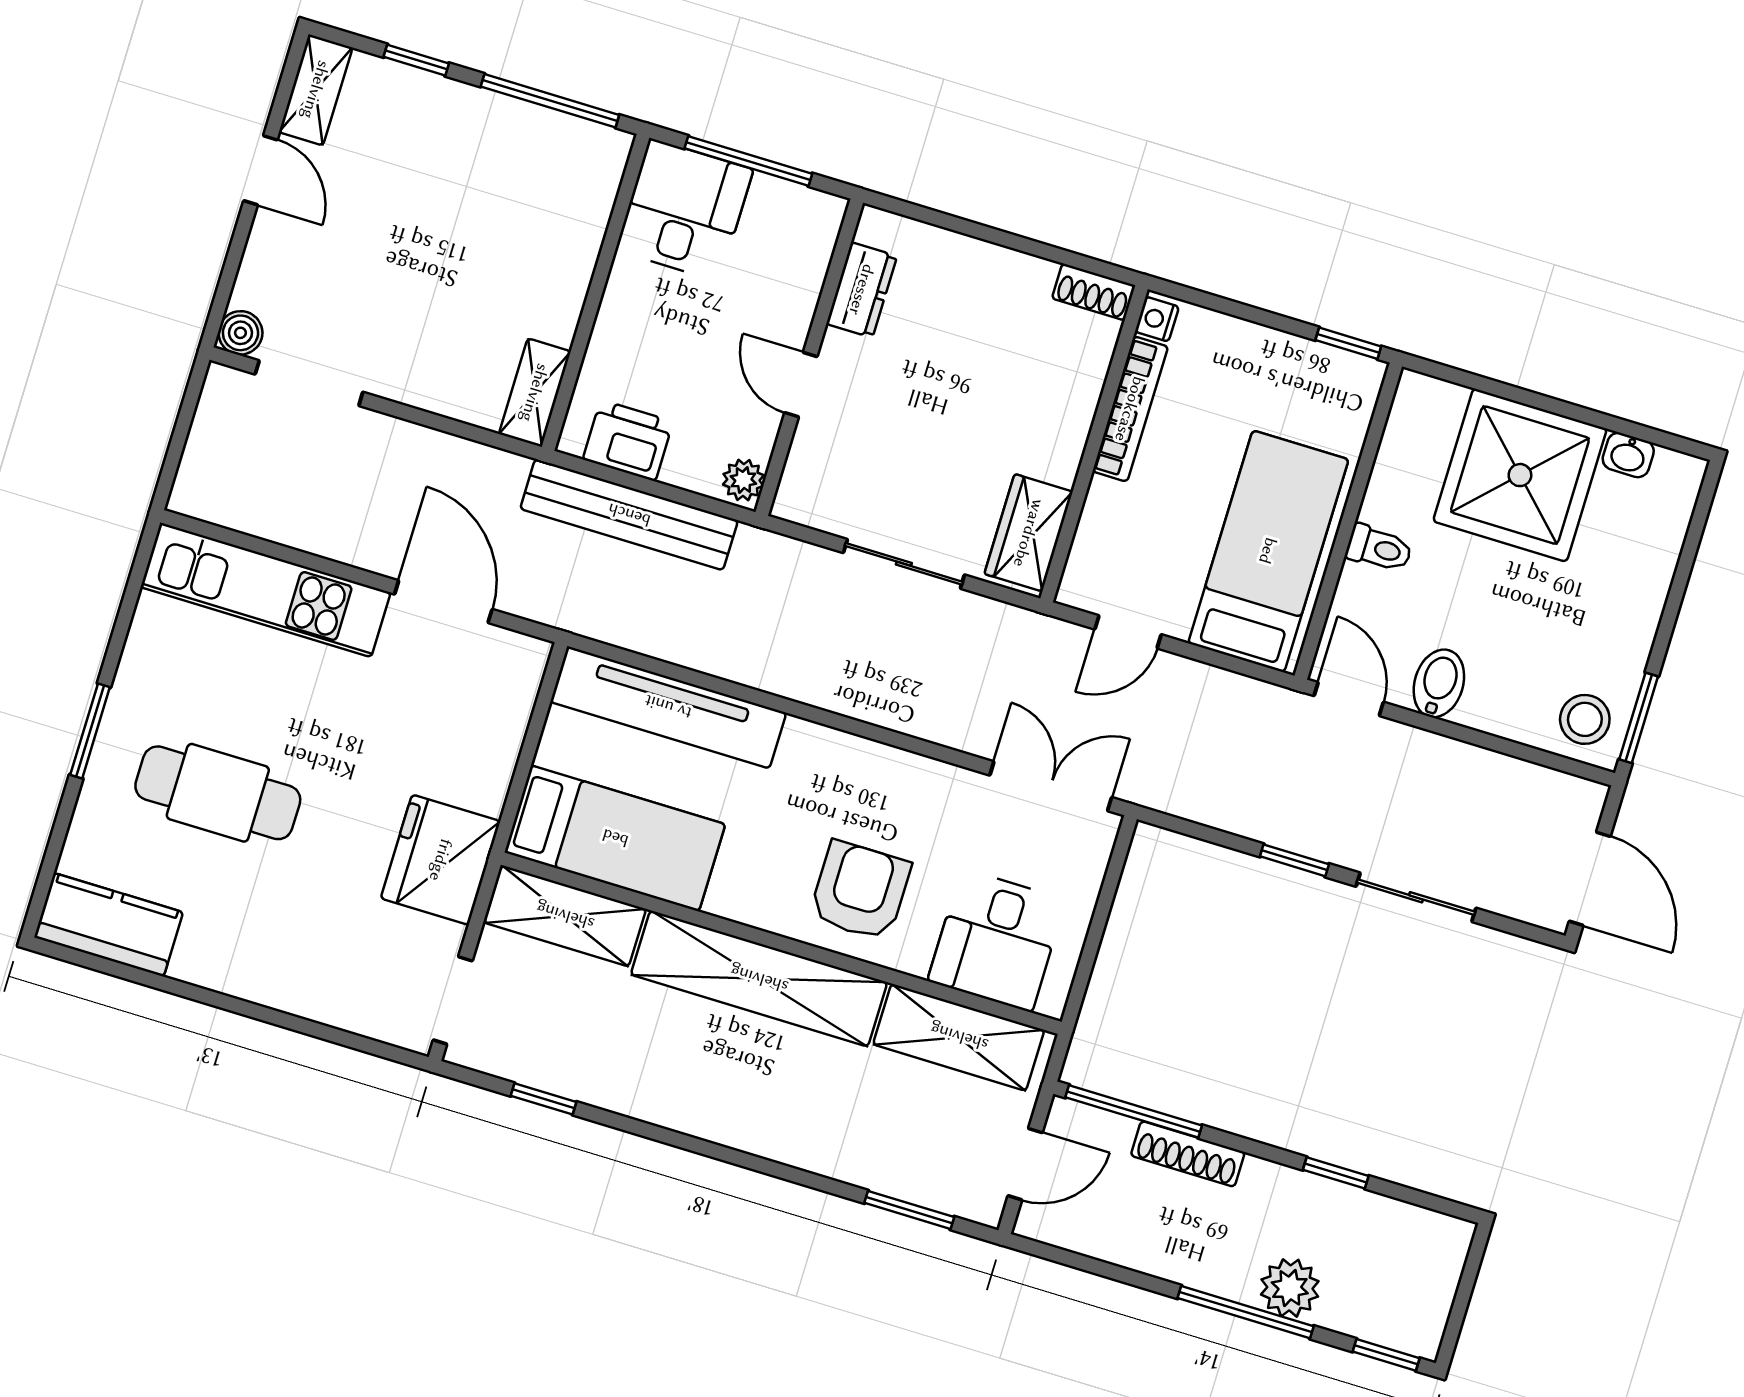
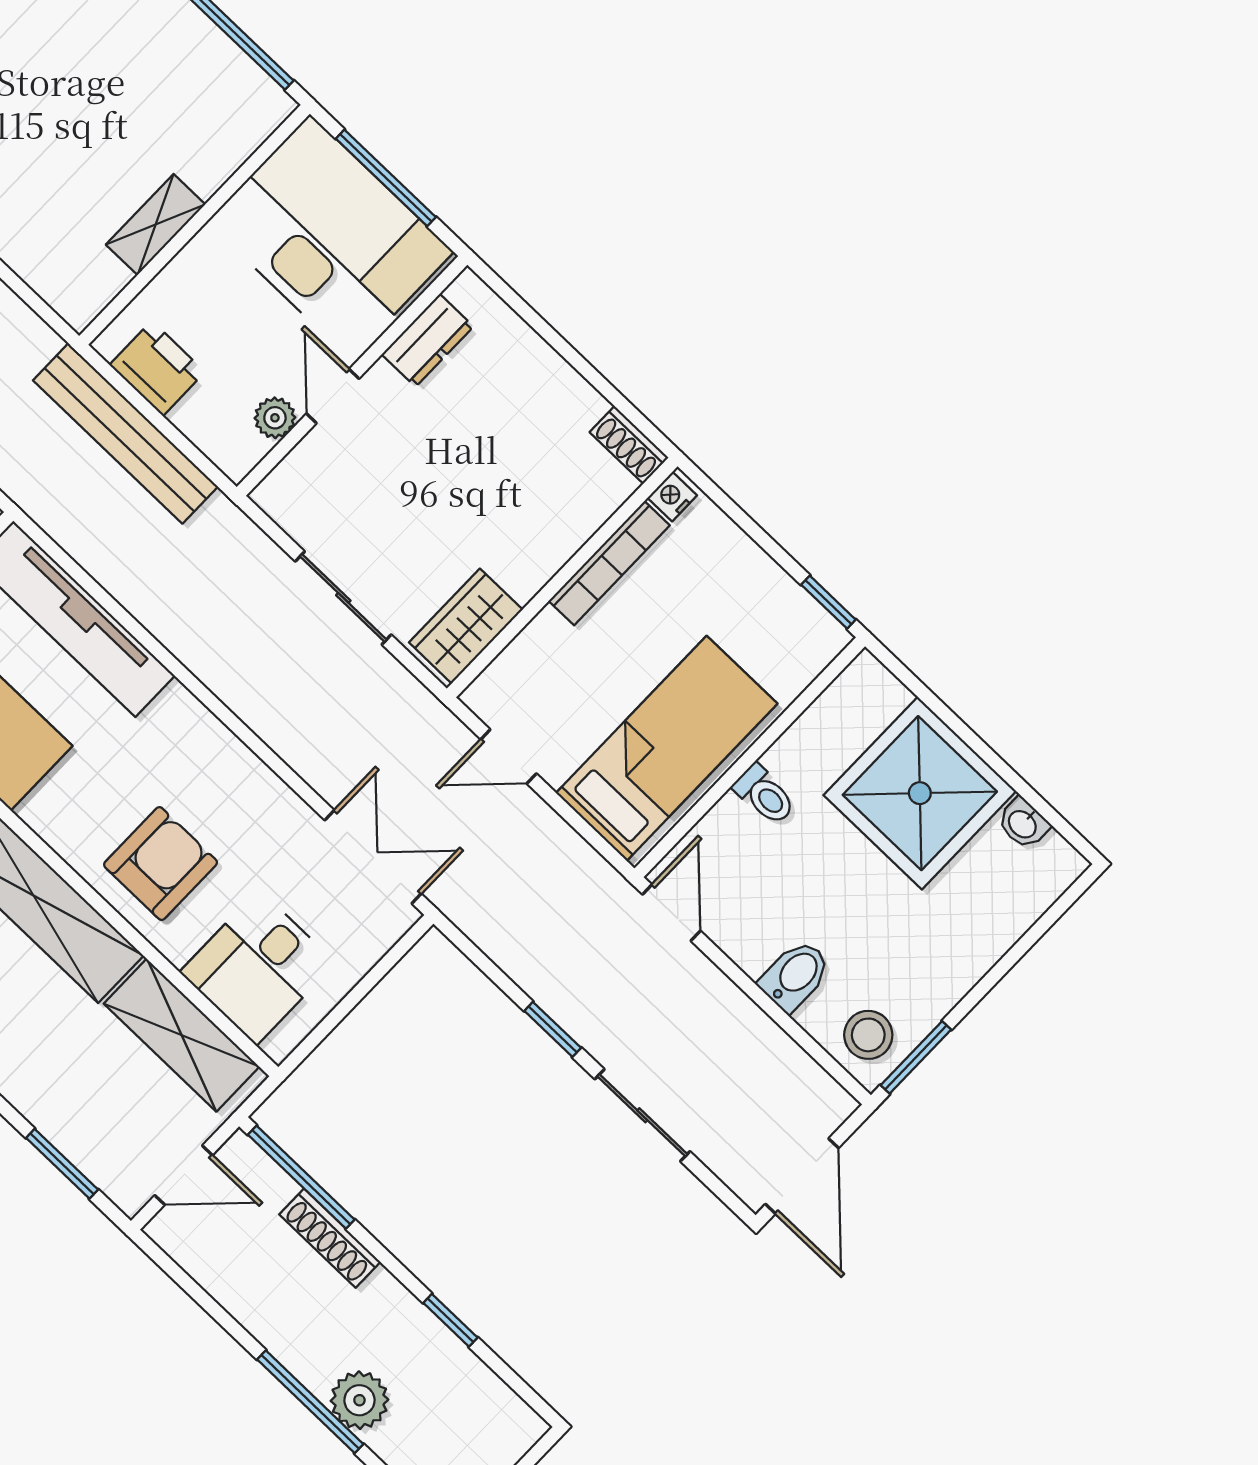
desk: (684, 210) -> (330, 237), width x1.87, depth x1.30
shelving: (535, 393) -> (156, 225), moved
plant: (743, 480) -> (275, 418), moved
bidet: (1439, 683) -> (795, 976), moved

